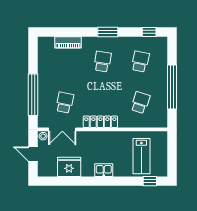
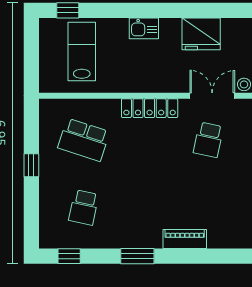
piano: (68, 42) -> (185, 239), moved
school desk: (102, 62) -> (146, 207), removed
window: (172, 87) -> (31, 165), width x0.32
school desk: (140, 103) -> (84, 140), width x1.85

